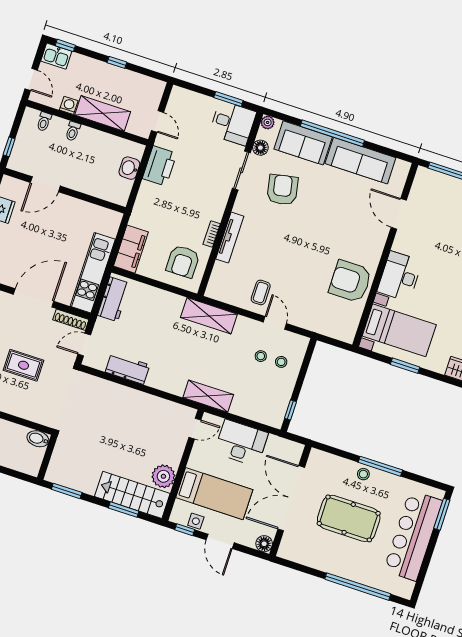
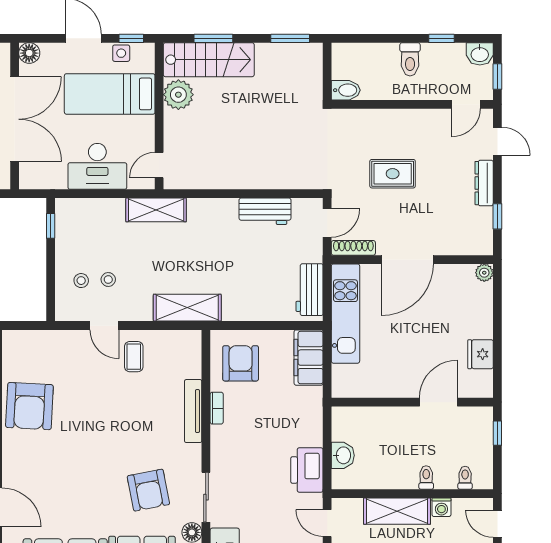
armchair: (350, 281) -> (29, 406), turned 93

